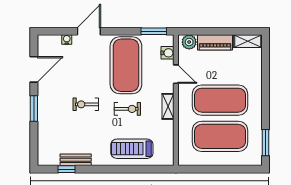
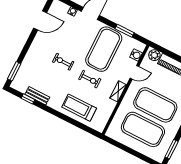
window: (154, 31) -> (125, 31), moved
door: (176, 74) -> (134, 72), hinge flipped
window: (34, 109) -> (14, 71), moved

